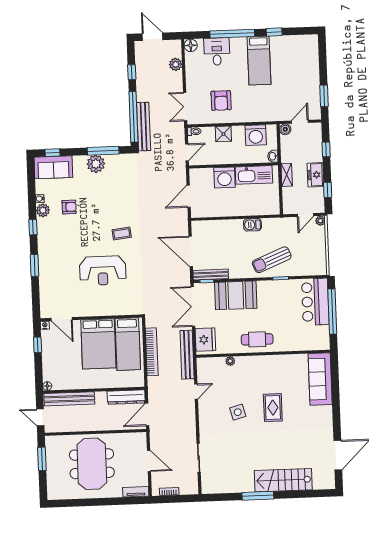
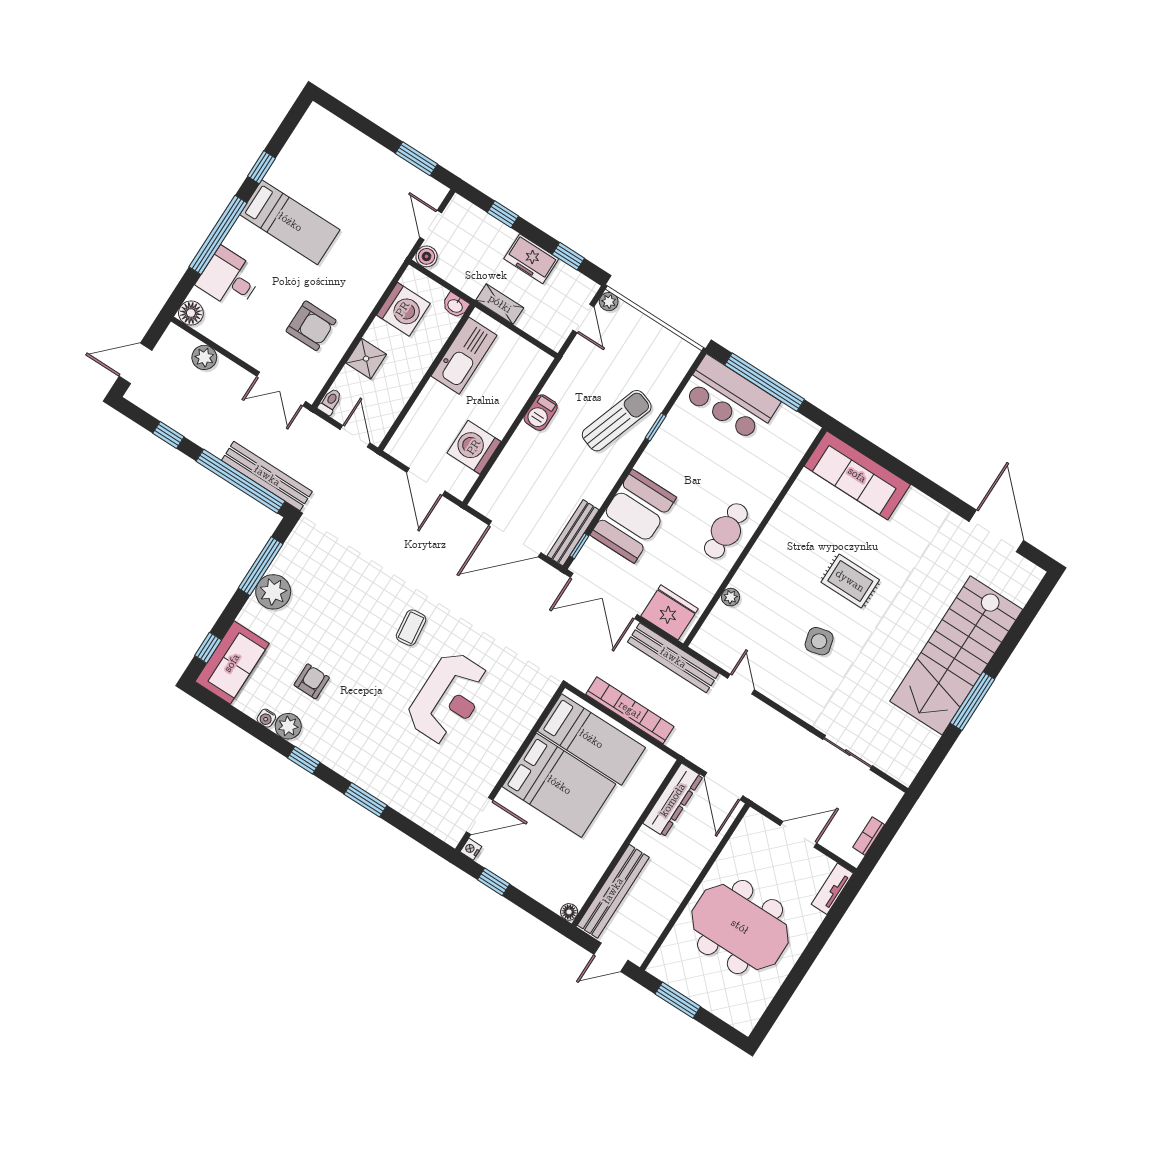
washing machine: (224, 178) -> (474, 447), moved, turned 180
sun lounger: (272, 260) -> (617, 421), turned -139
stairs: (283, 480) -> (956, 655), width x1.36, depth x1.51

